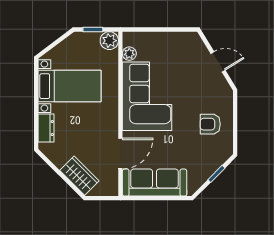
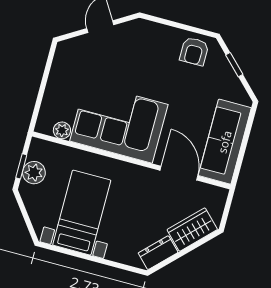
plant: (109, 41) -> (34, 173), moved
armchair: (210, 124) -> (194, 51), moved
dresser: (46, 128) -> (158, 253), moved, turned -45

